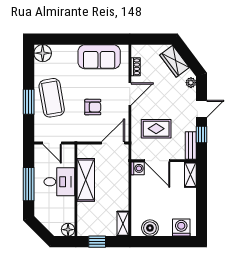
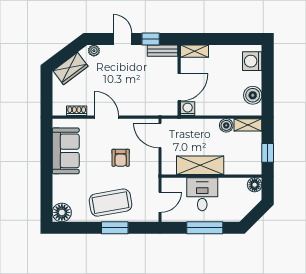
armchair: (93, 107) -> (121, 158), turned 180
rug: (156, 129) -> (144, 89), removed
boiler: (122, 204) -> (226, 125), added

